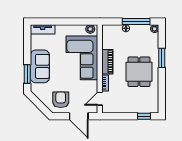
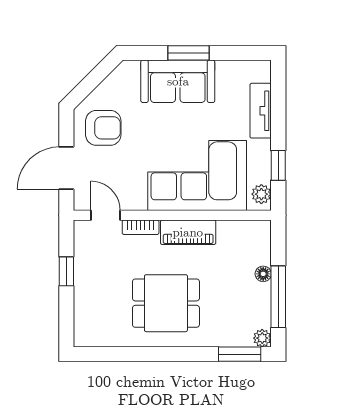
window: (77, 22) -> (278, 165), added
tv unit: (43, 29) -> (261, 111), moved
window: (162, 58) -> (240, 354), moved
window: (27, 74) -> (188, 53), moved
window: (144, 116) -> (66, 271), moved

